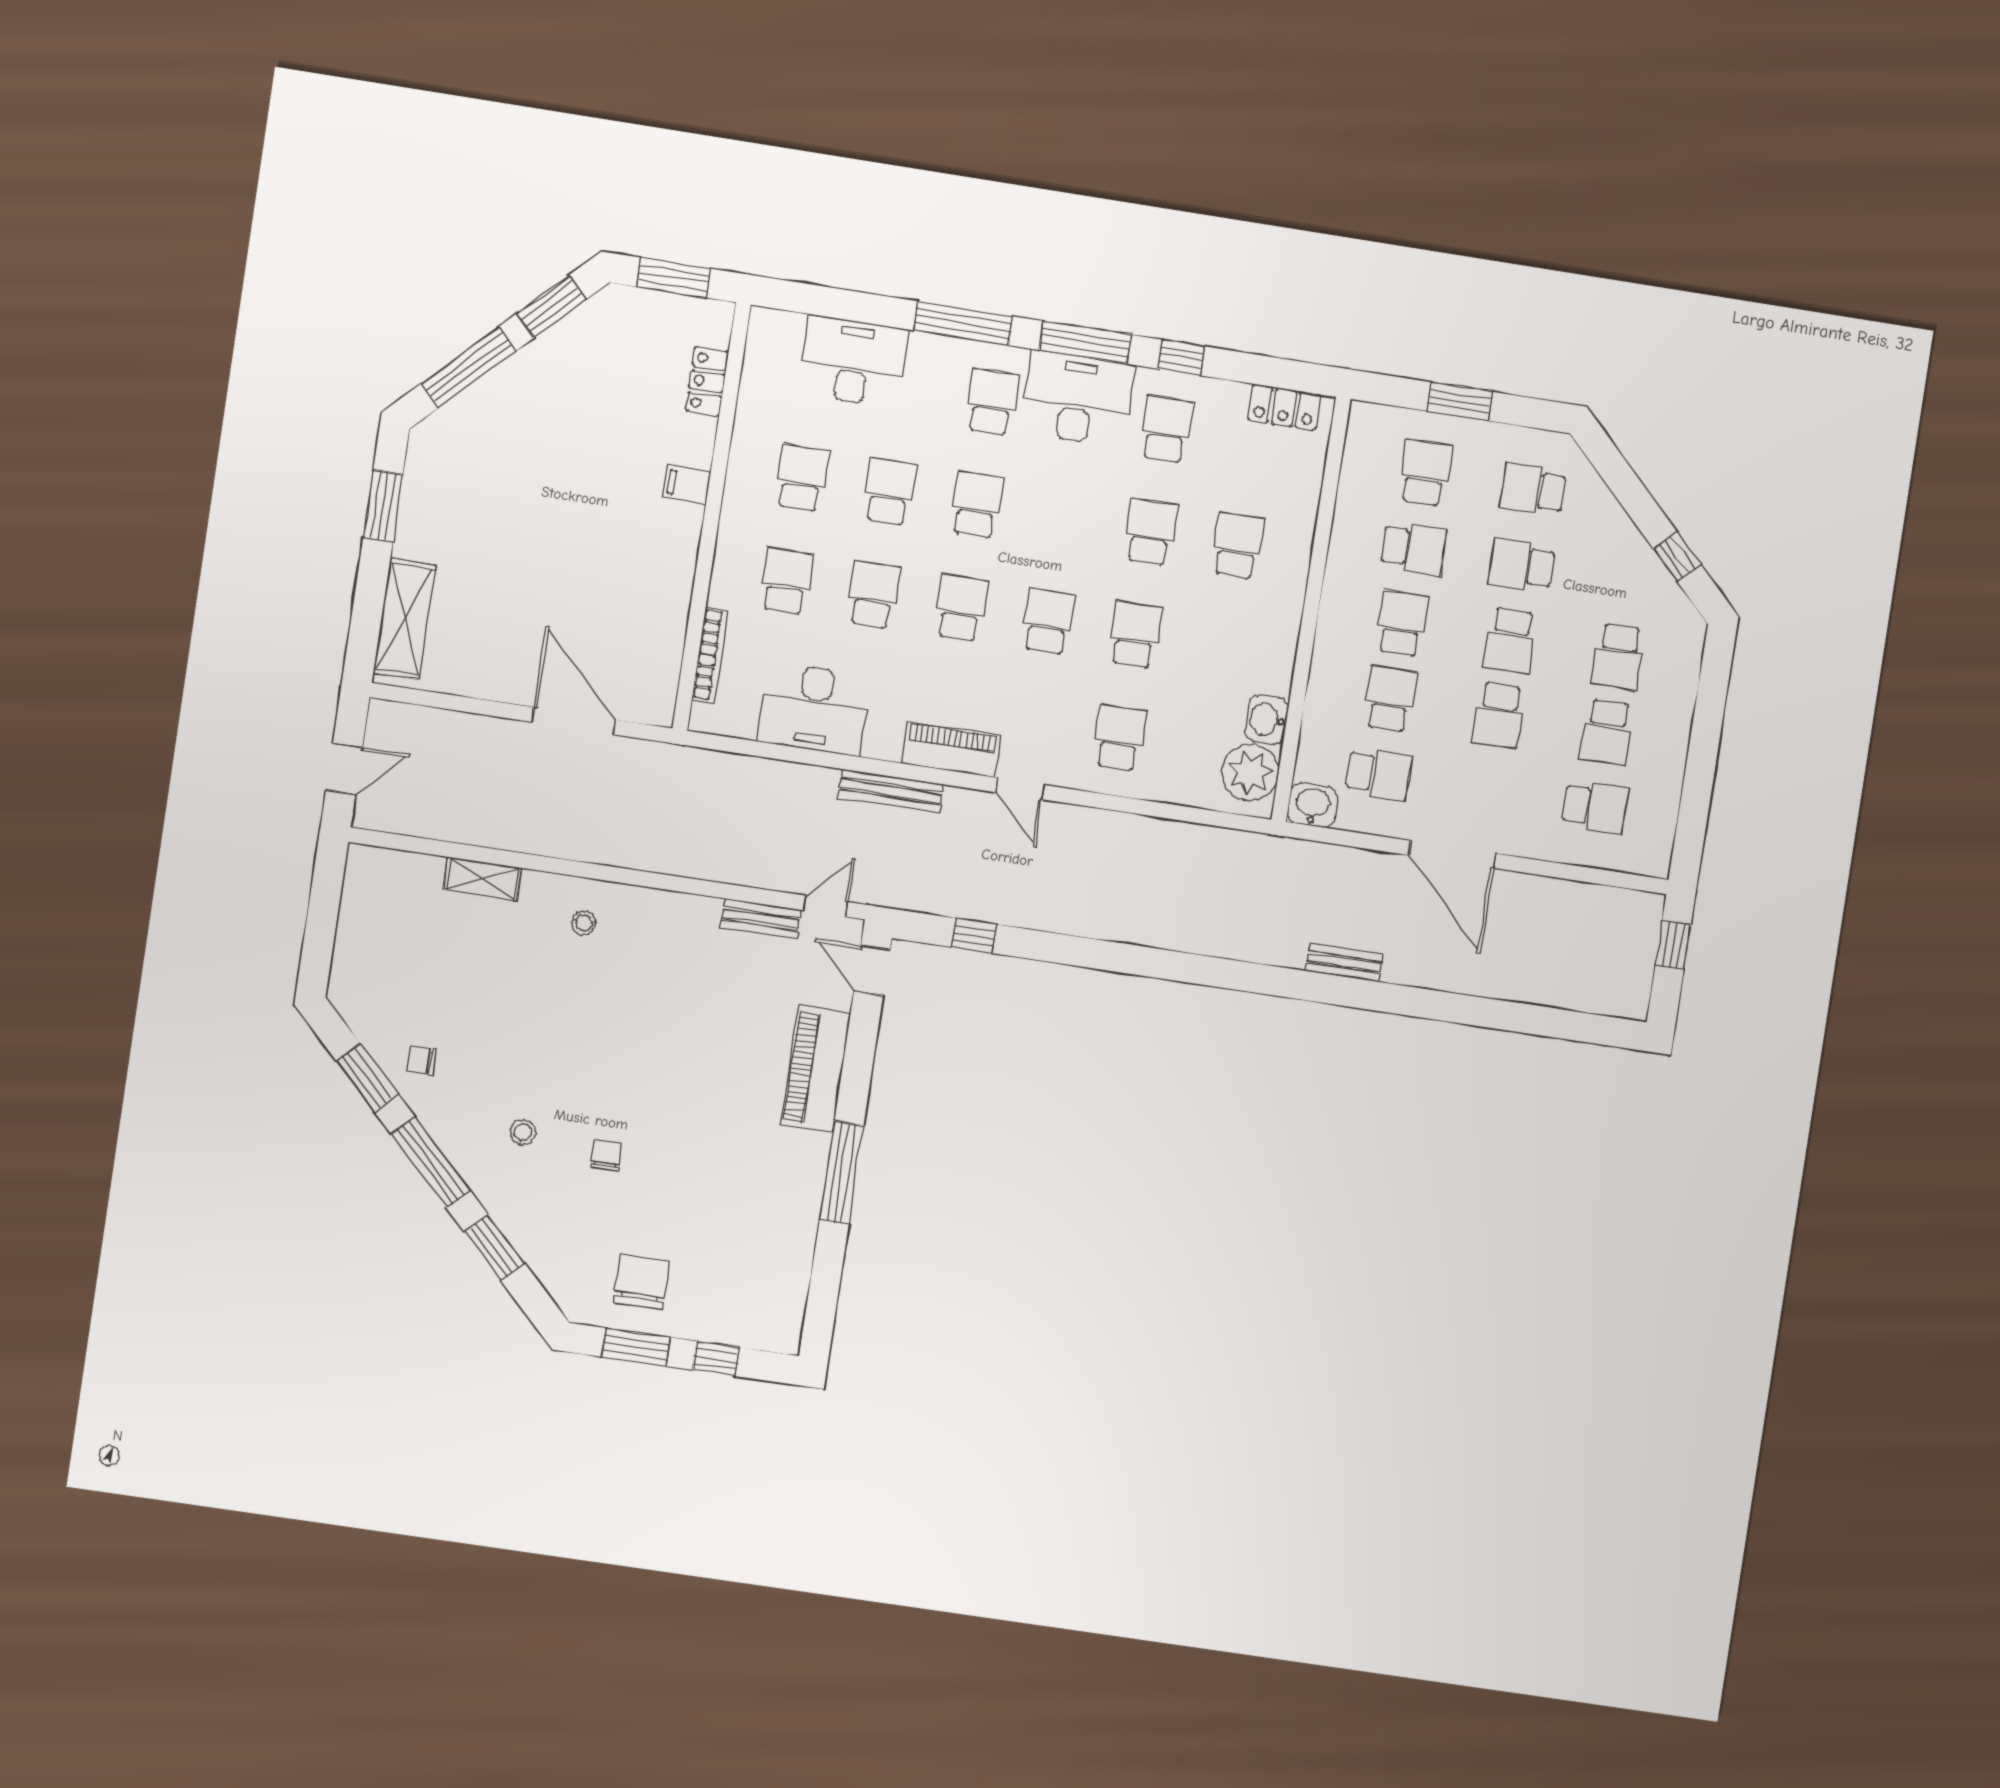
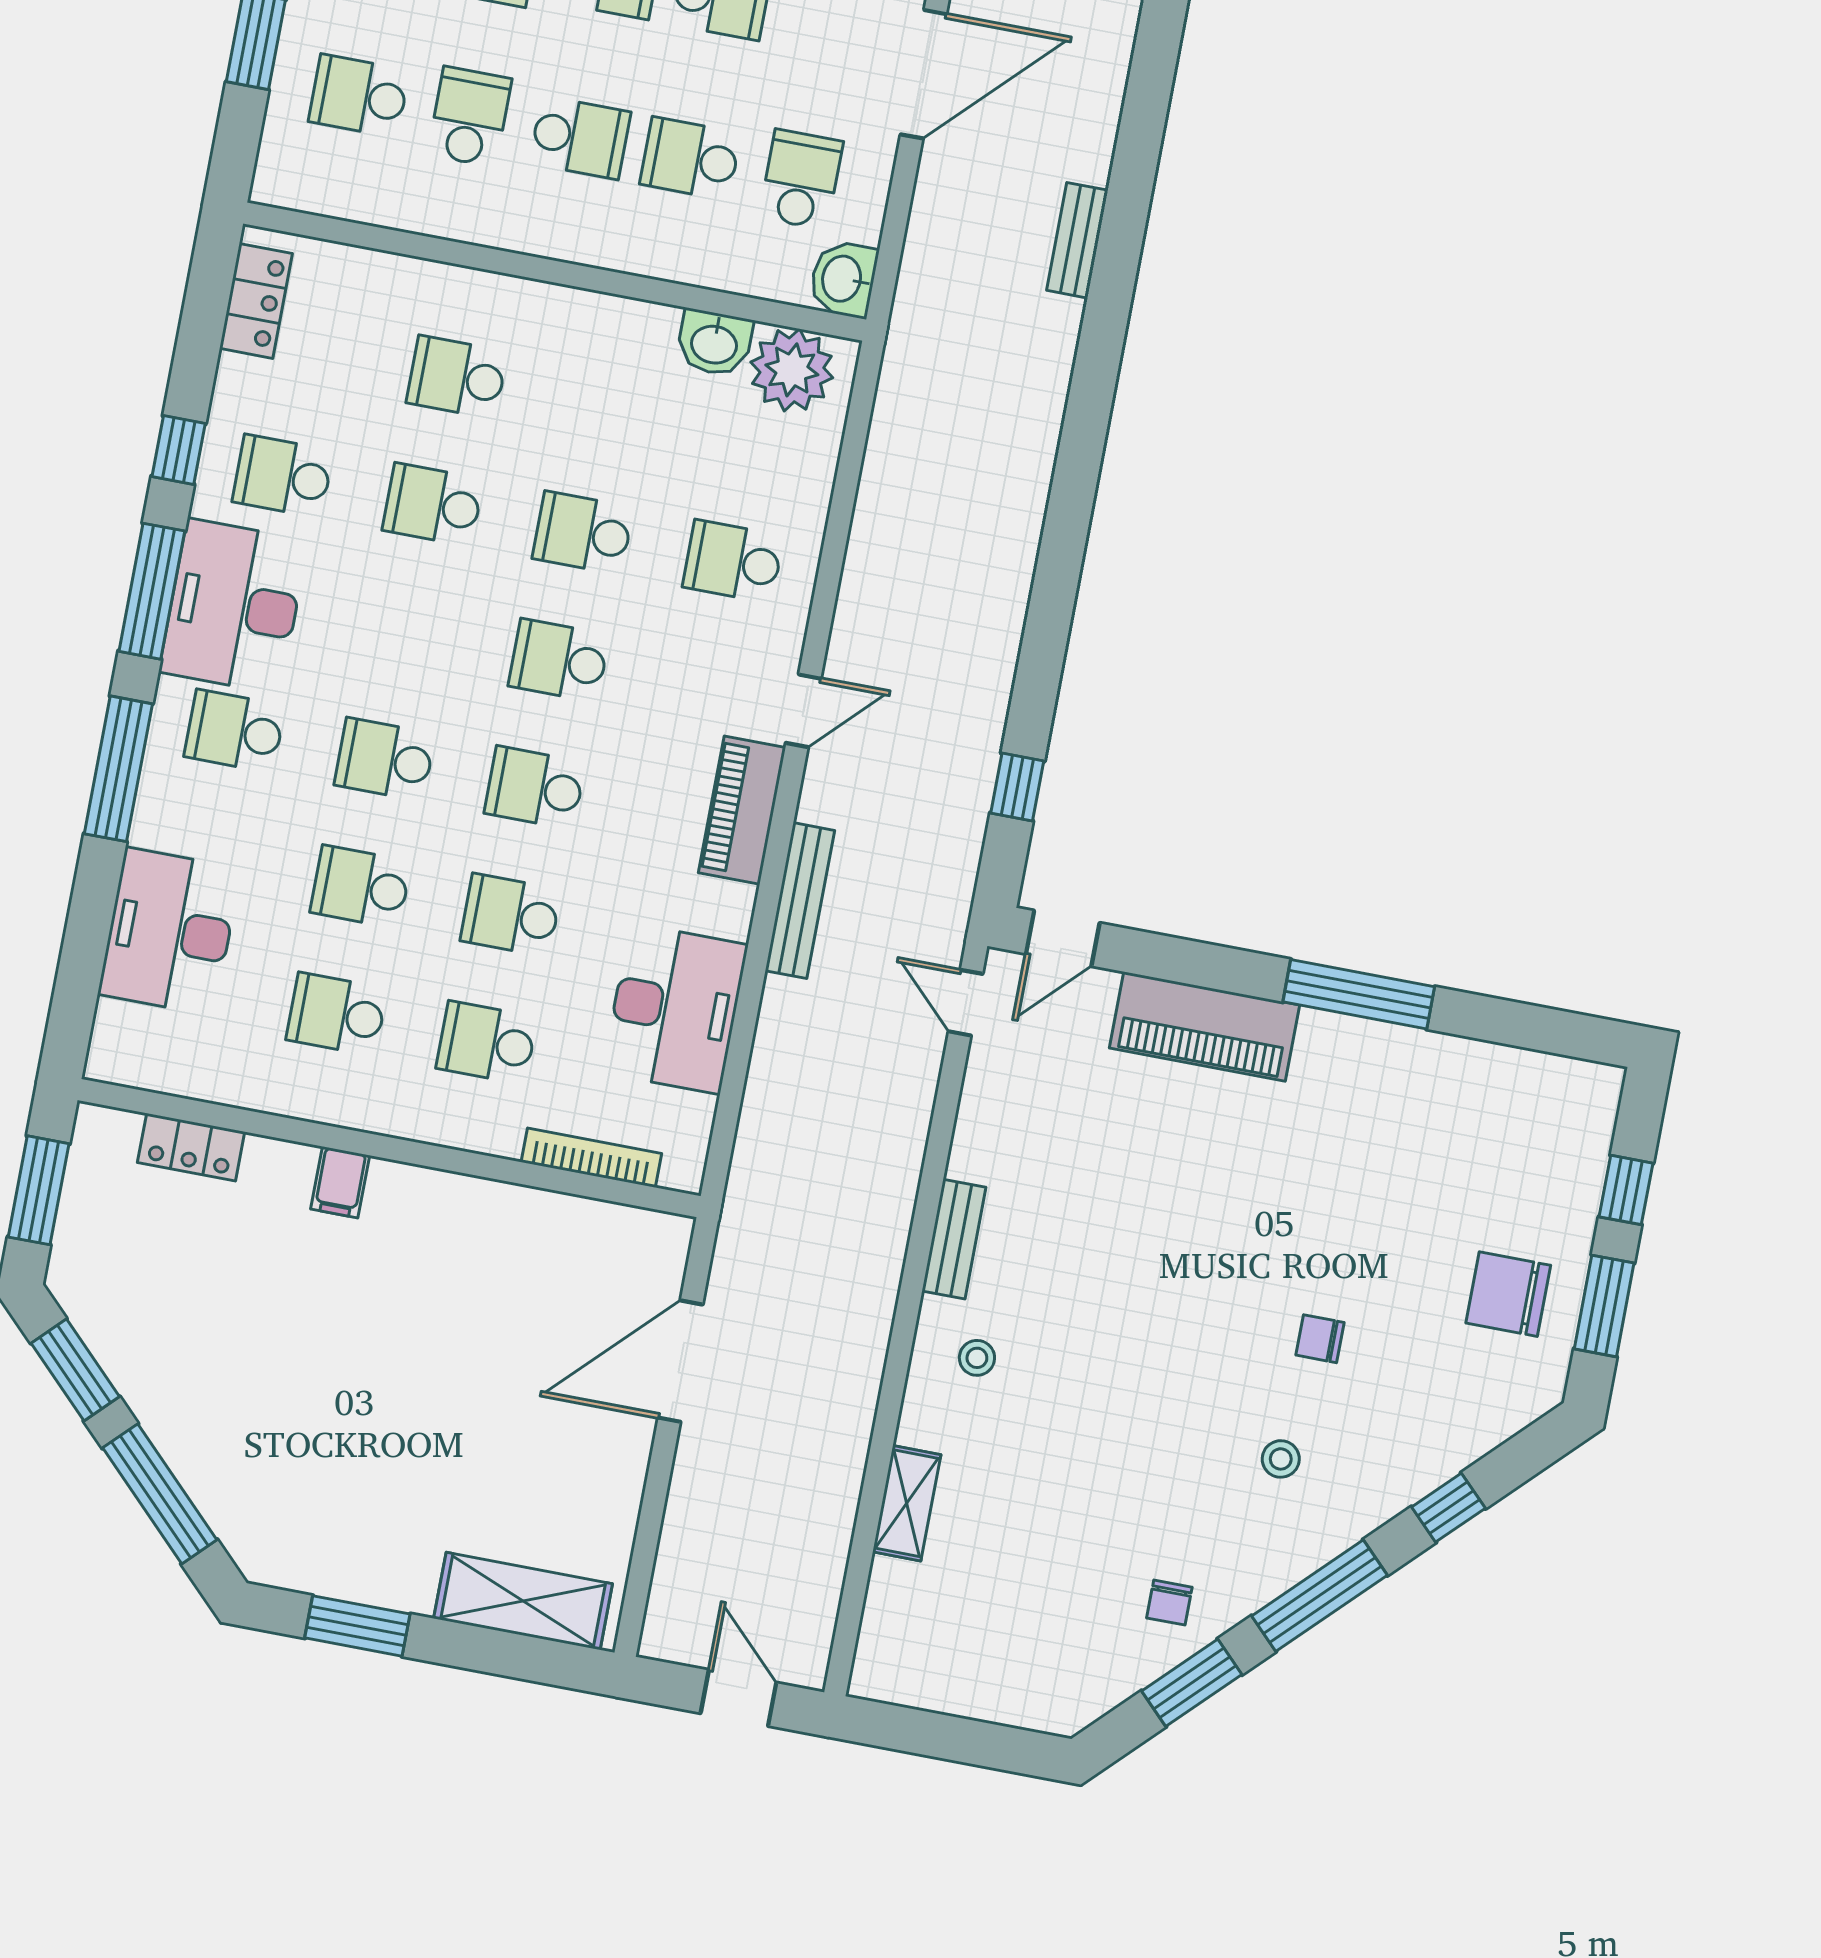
school desk: (1402, 624) -> (580, 138), turned 180
bench: (761, 919) -> (954, 1239), moved
window: (494, 1247) -> (1448, 1508), width x0.67

